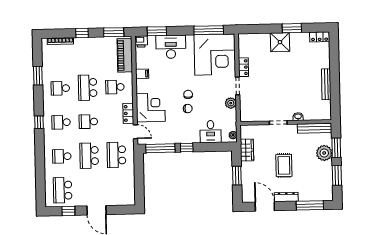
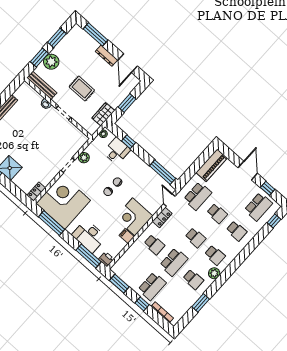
window: (157, 31) -> (89, 256), width x1.44
school desk: (87, 54) -> (152, 286), added
piano: (125, 55) -> (212, 165), moved
locker: (243, 67) -> (36, 192), moved
plant: (49, 108) -> (214, 273), added
corner desk: (151, 108) -> (134, 217), moved
window: (39, 122) -> (274, 221), moved
window: (187, 148) -> (129, 142), moved
school desk: (89, 156) -> (217, 213), width x0.54
rug: (284, 165) -> (82, 89), moved, turned 90

